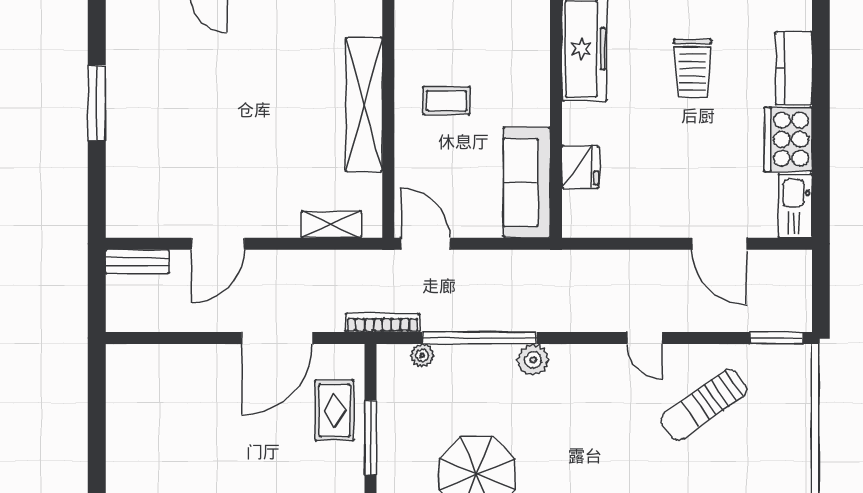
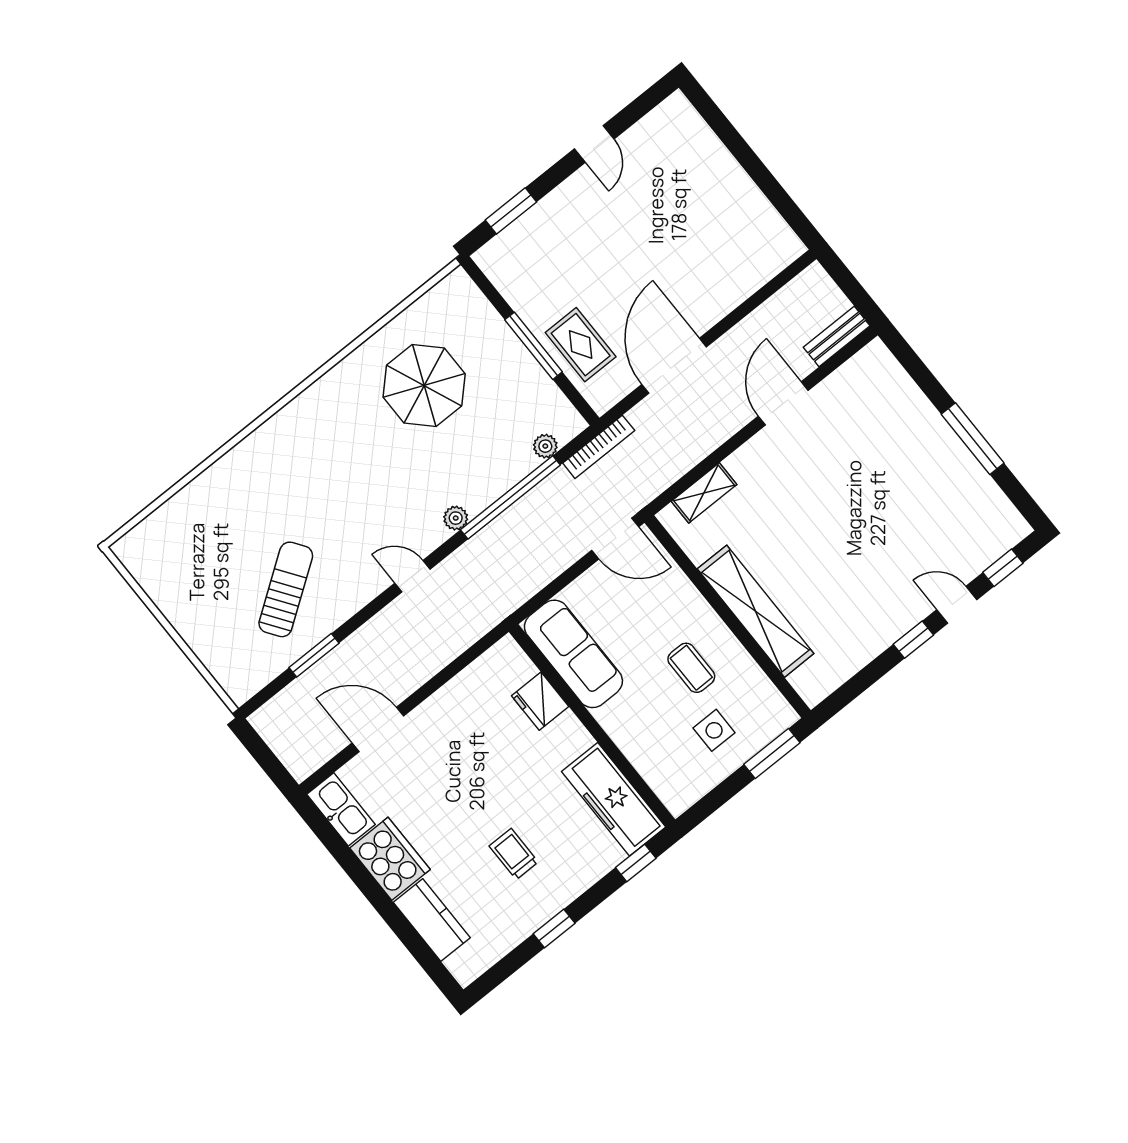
side table: (467, 40) -> (714, 730), added
trolley: (692, 68) -> (514, 854), width x0.73, depth x0.72
coffee table: (446, 101) -> (691, 668), turned 90
door: (645, 338) -> (412, 576), moved
window: (776, 338) -> (314, 655), moved
plant: (533, 360) -> (456, 518), width x0.73, depth x0.73

